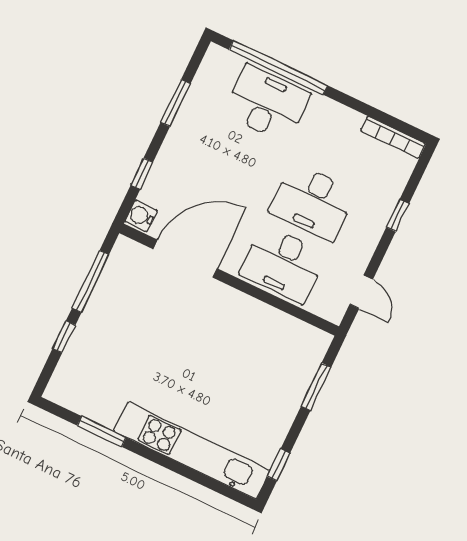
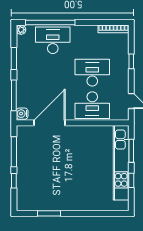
plant: (216, 55) -> (21, 30), added
window: (142, 174) -> (14, 95), width x2.17
desk: (313, 202) -> (92, 73), turned 180
kitchen unit: (192, 451) -> (121, 163), moved, turned -90
window: (279, 465) -> (131, 180), moved

